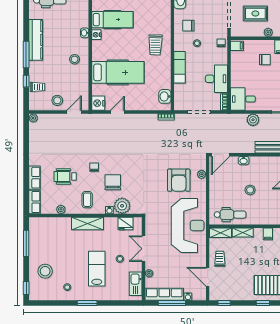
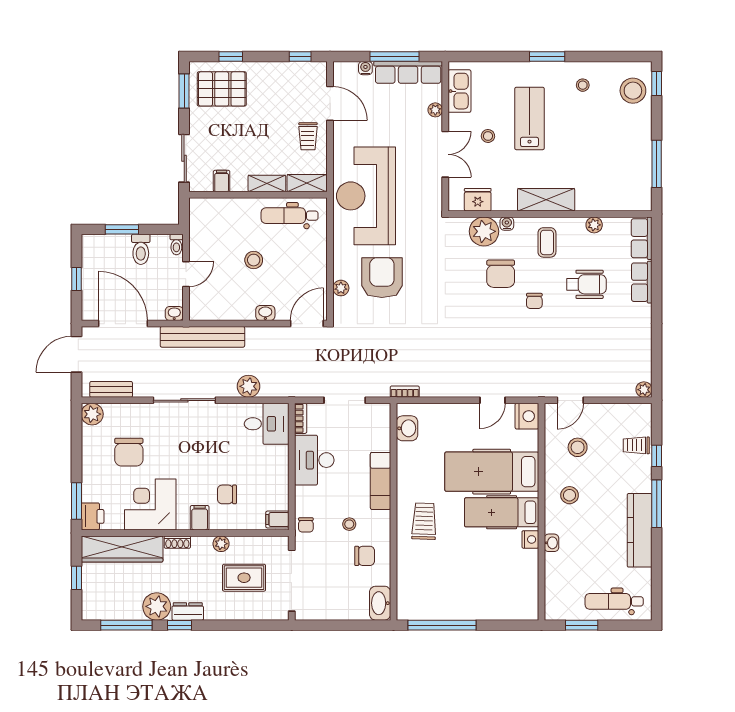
hospital bed: (112, 20) -> (502, 512), moved
stool: (57, 100) -> (578, 447), moved
lab bench: (97, 269) -> (529, 118), turned 180
stool: (45, 271) -> (633, 91), moved

